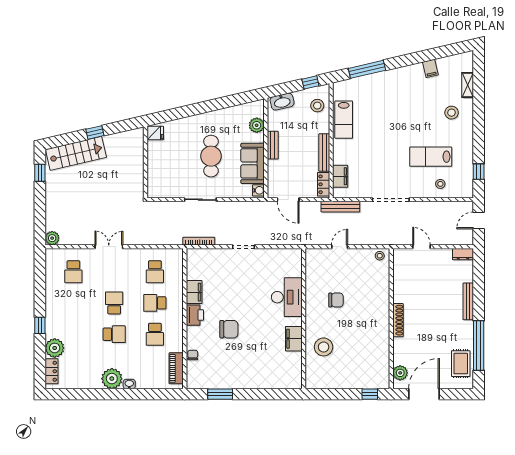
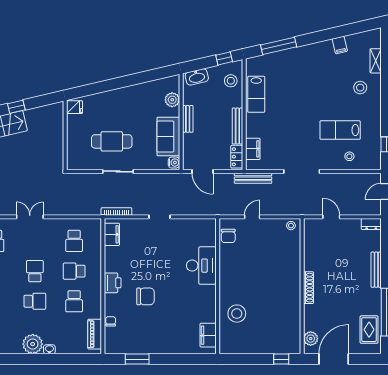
cafe table: (211, 156) -> (112, 141), moved, turned 90
filing cabinet: (194, 292) -> (112, 234), moved
chair: (336, 300) -> (228, 236), moved, turned 90
filing cabinet: (294, 339) -> (208, 335), moved

